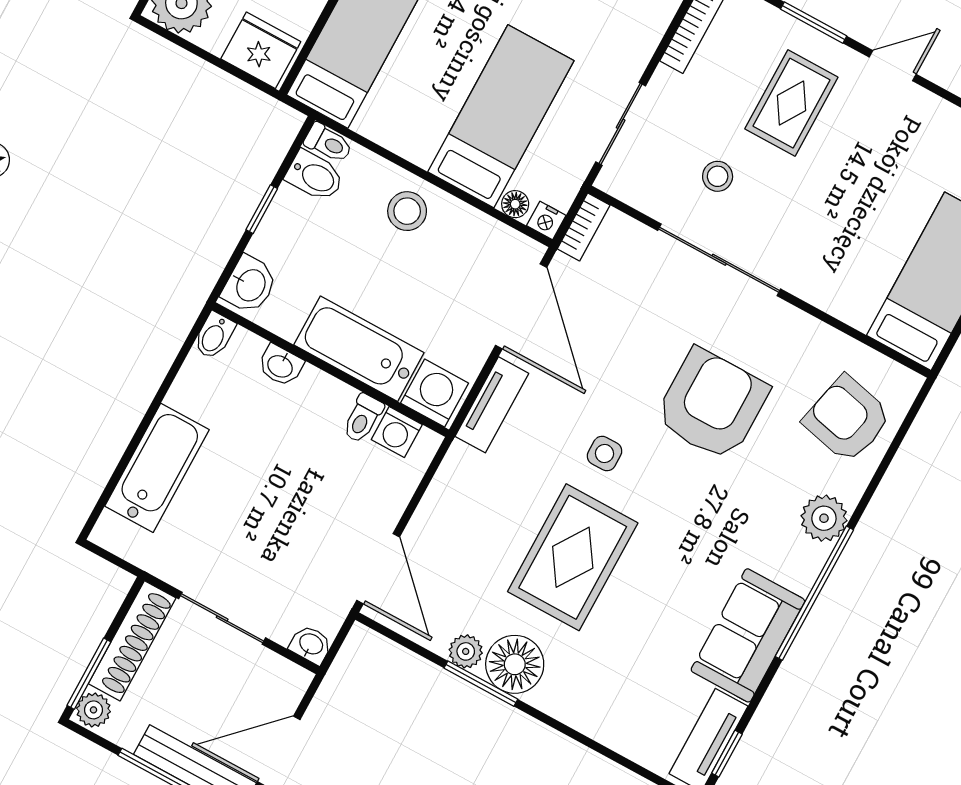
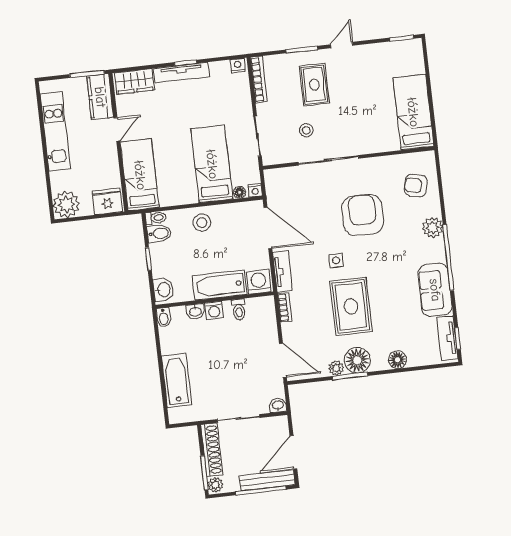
bookcase: (584, 227) -> (285, 307), moved
armchair: (847, 419) -> (416, 186), width x0.72, depth x0.72
washing machine: (397, 432) -> (214, 310), moved
floor lamp: (589, 715) -> (397, 360), added

